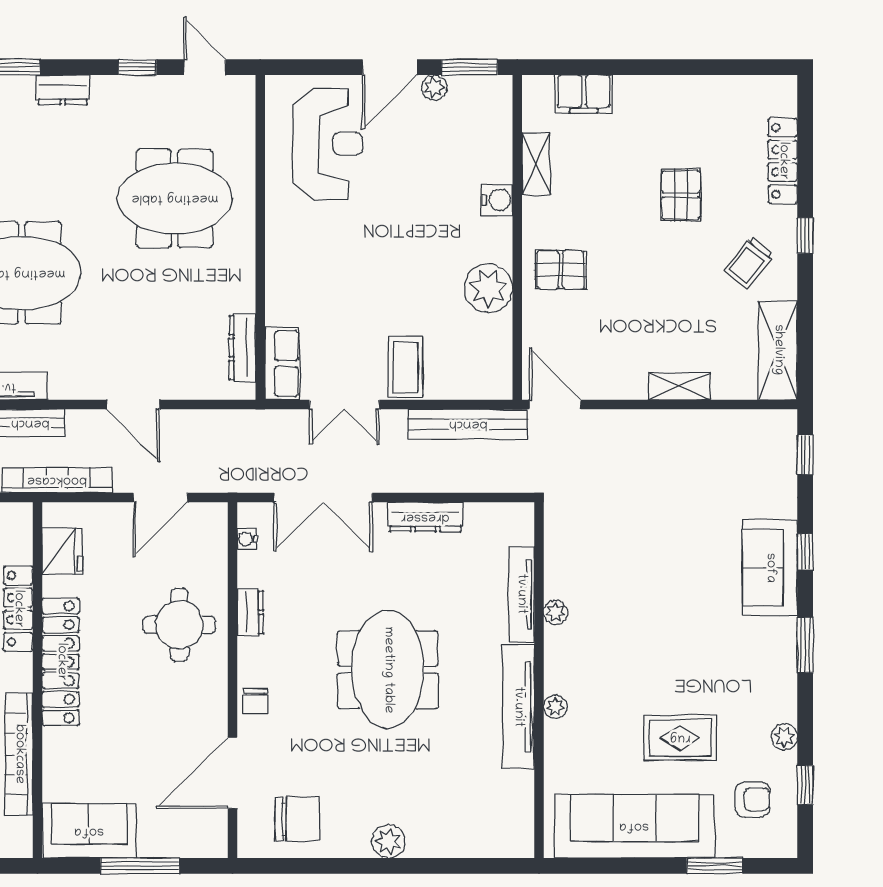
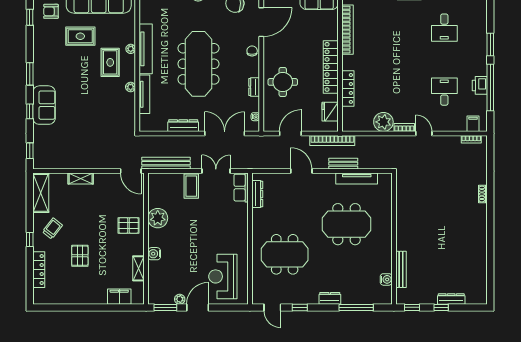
meeting table: (388, 670) -> (198, 64), width x1.36
rug: (606, 673) -> (110, 62), added
plant: (784, 737) -> (38, 37), removed

